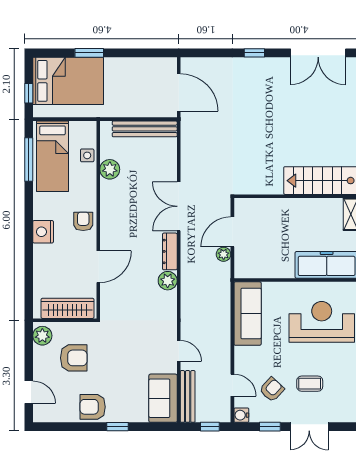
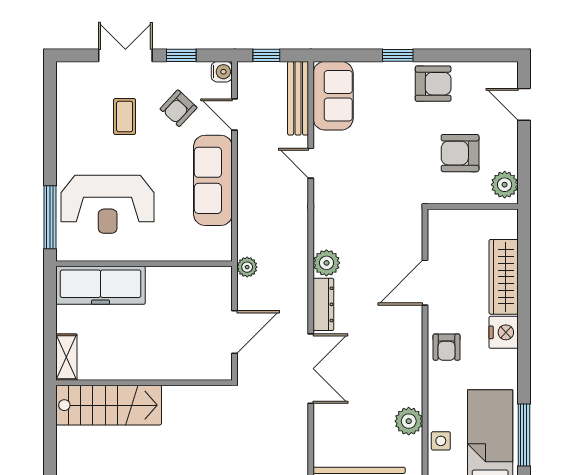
plant: (224, 254) -> (247, 267), moved
wardrobe: (67, 308) -> (504, 277), moved, turned 90
sofa: (248, 314) -> (213, 180), moved
coffee table: (310, 384) -> (125, 116), turned 90

